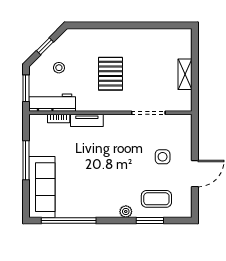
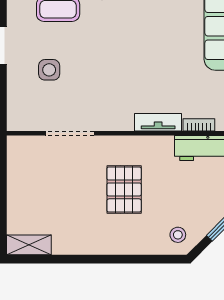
stool: (59, 68) -> (178, 235), moved
shelving: (185, 74) -> (29, 245), moved, turned 90

